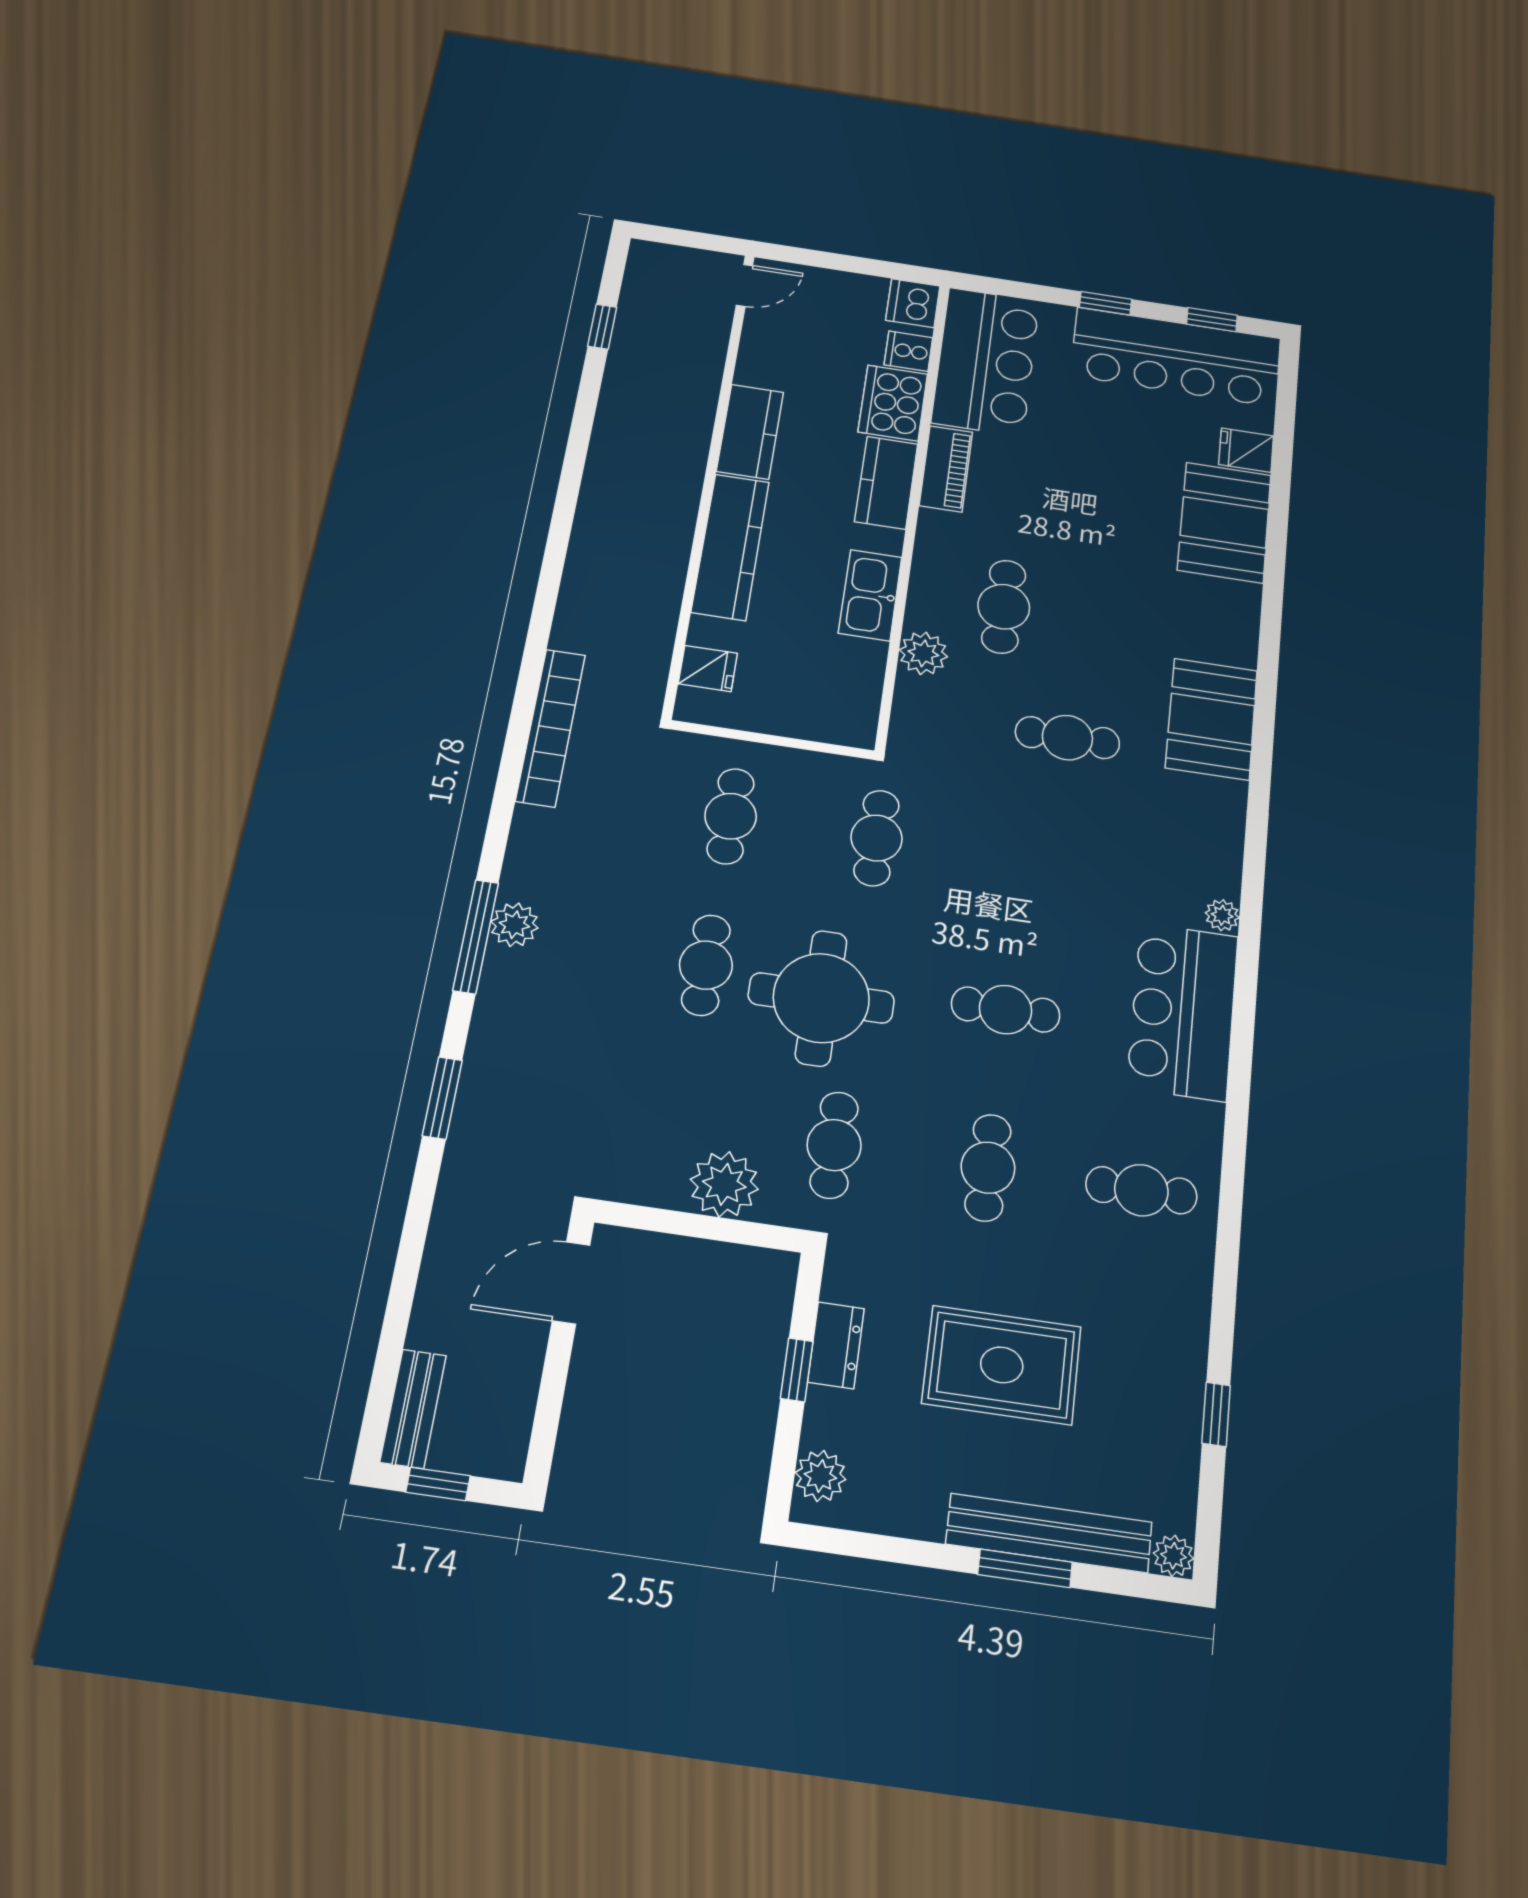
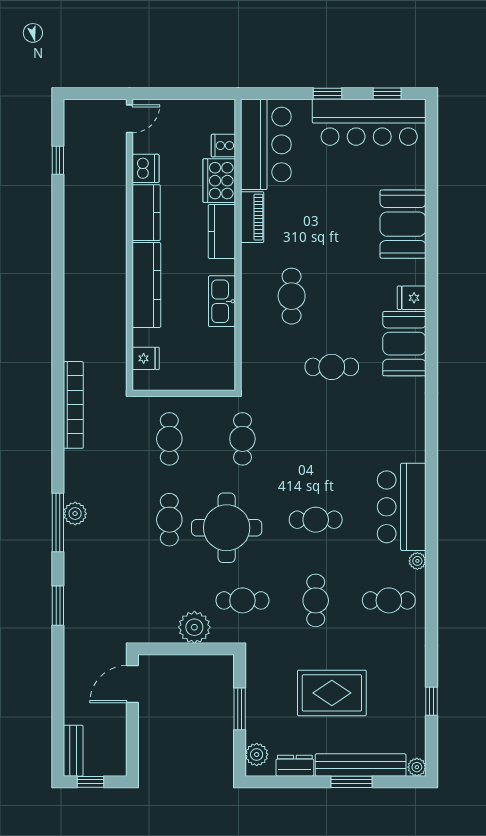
dishwasher: (913, 303) -> (146, 168), moved, turned 180
fridge: (1246, 450) -> (412, 298), moved
plant: (923, 653) -> (253, 331), removed
plant: (1222, 915) -> (417, 561), moved
cafe table: (834, 1145) -> (242, 600), turned 90
dresser: (836, 1345) -> (295, 766), moved, turned -90
window: (797, 1370) -> (240, 709), width x1.50

